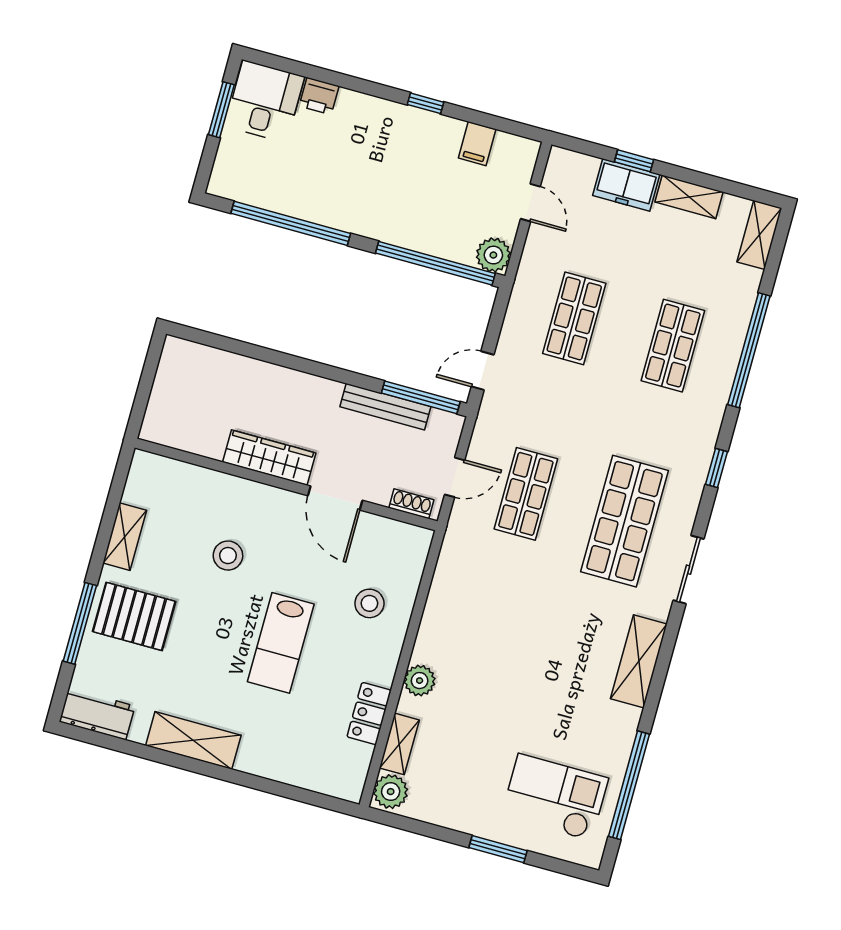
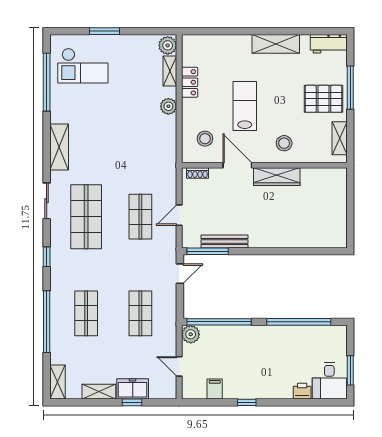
wardrobe: (269, 458) -> (277, 177), moved
wall: (286, 484) -> (264, 165), moved
door: (335, 498) -> (237, 165), moved
shoe rack: (411, 504) -> (198, 173), moved

